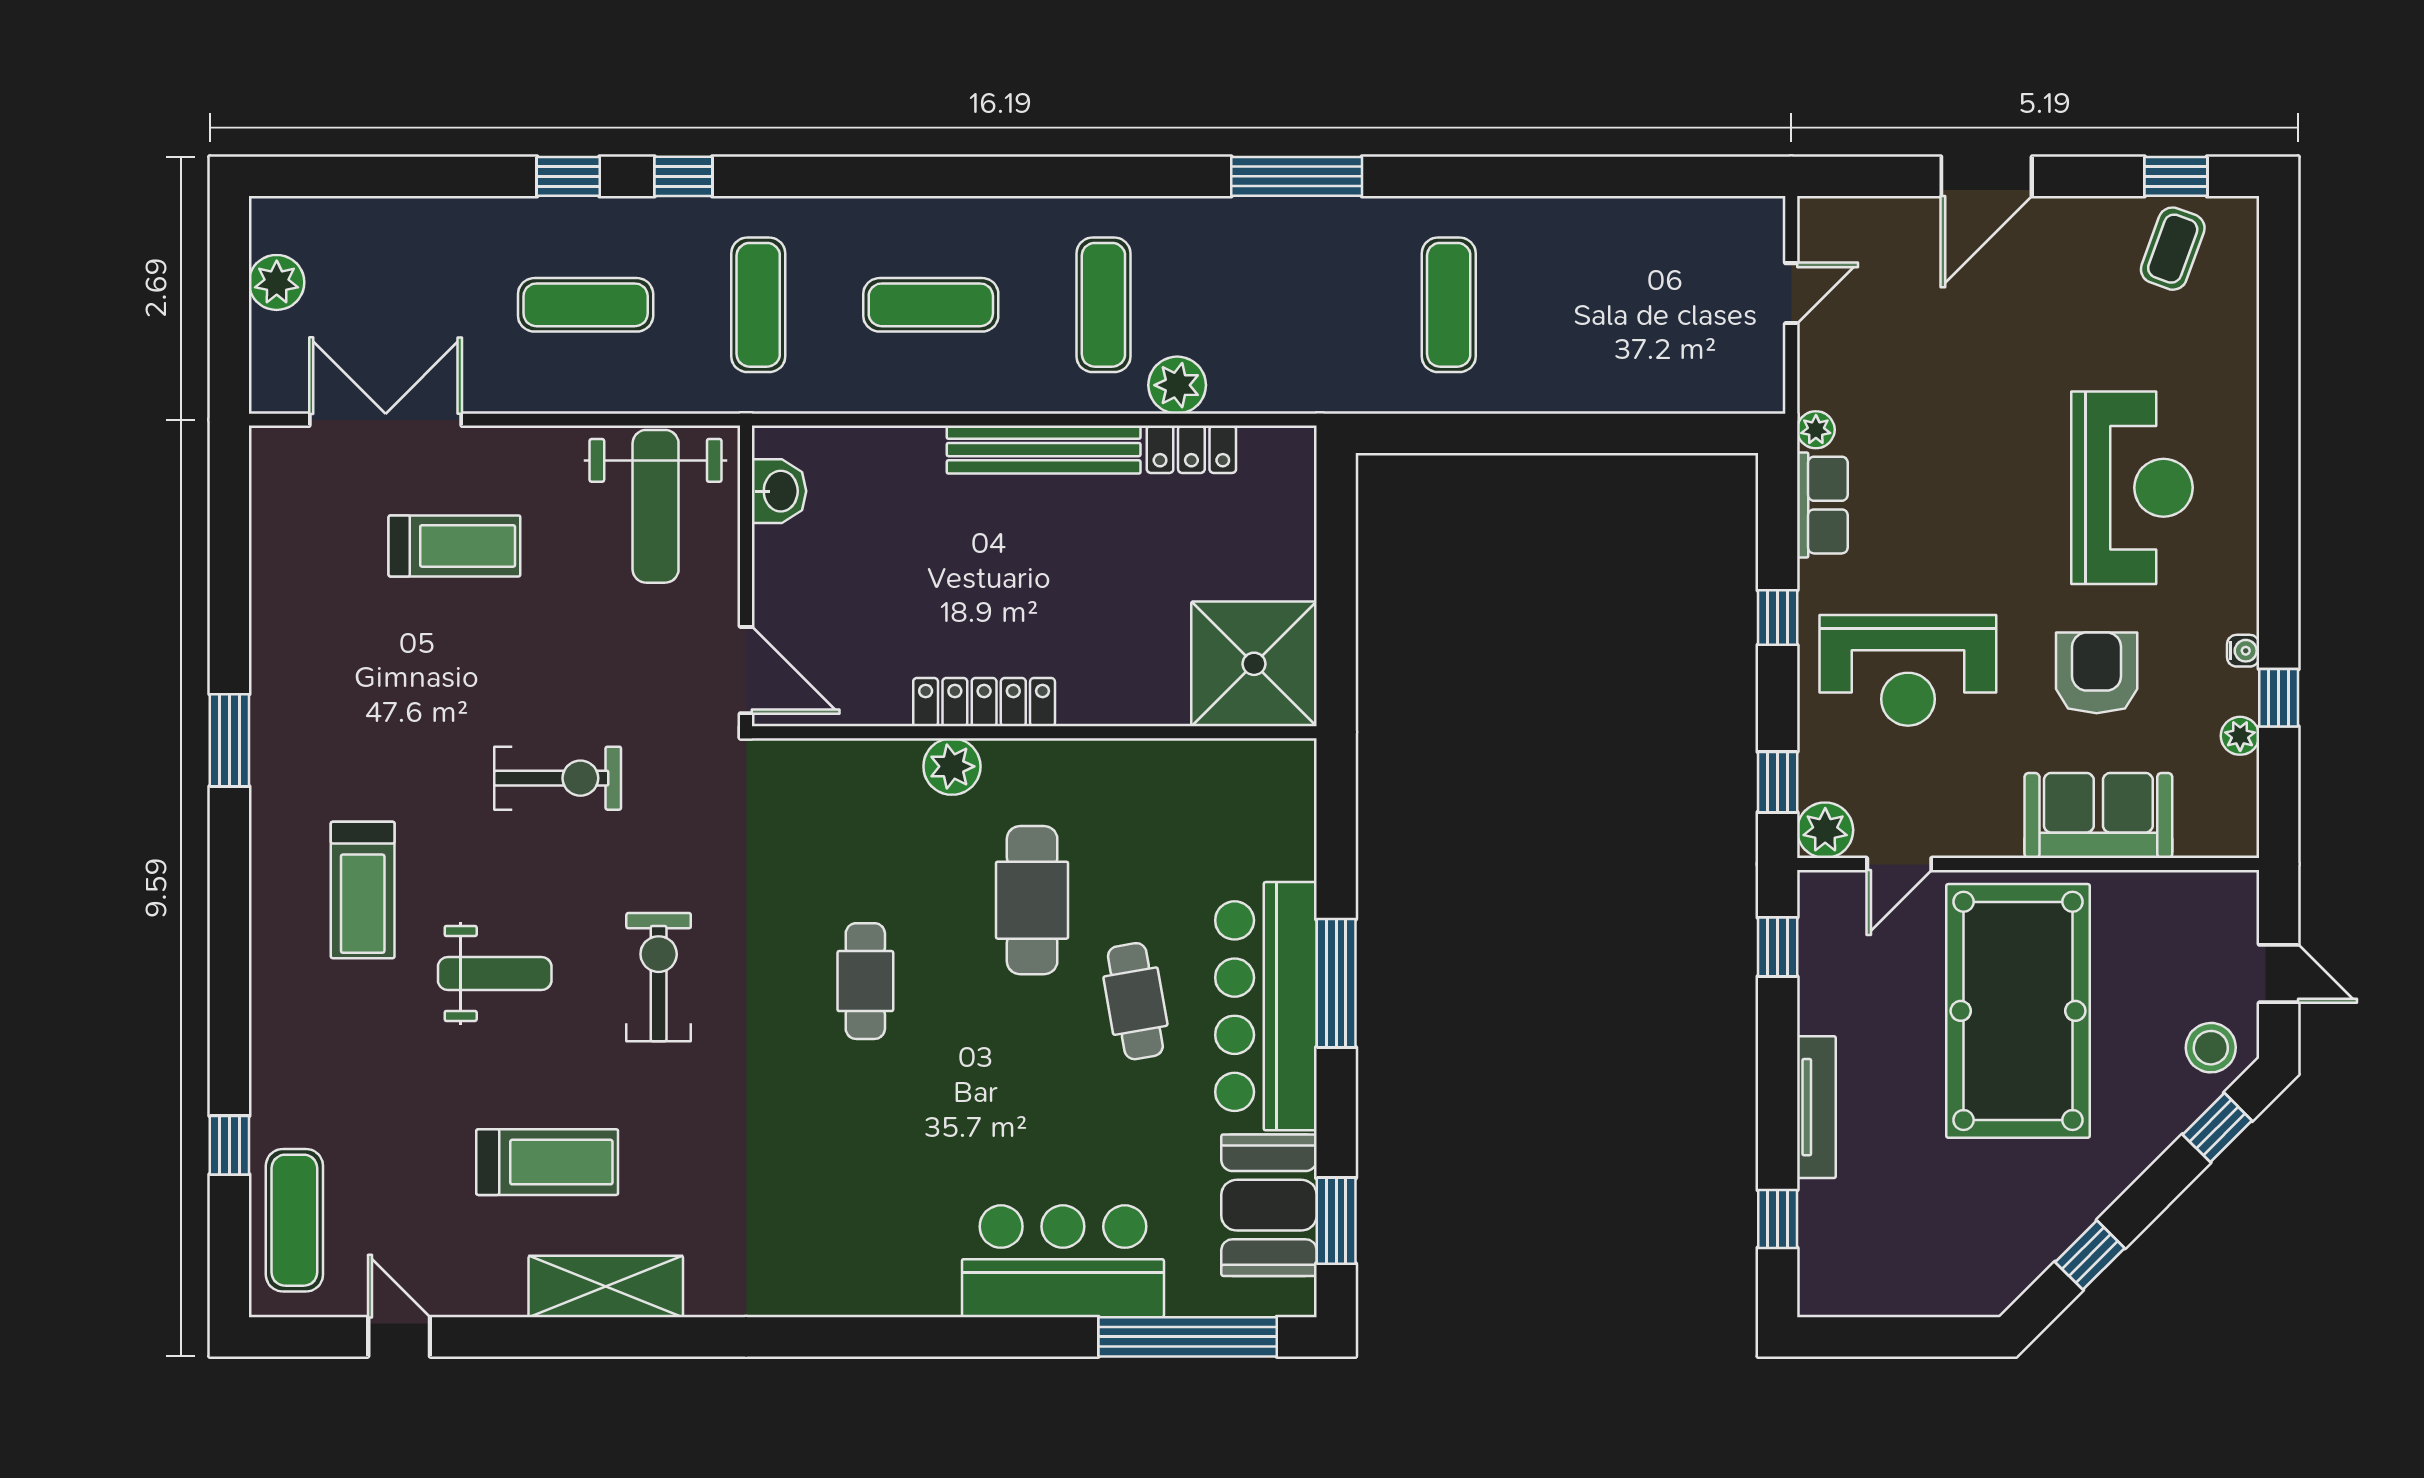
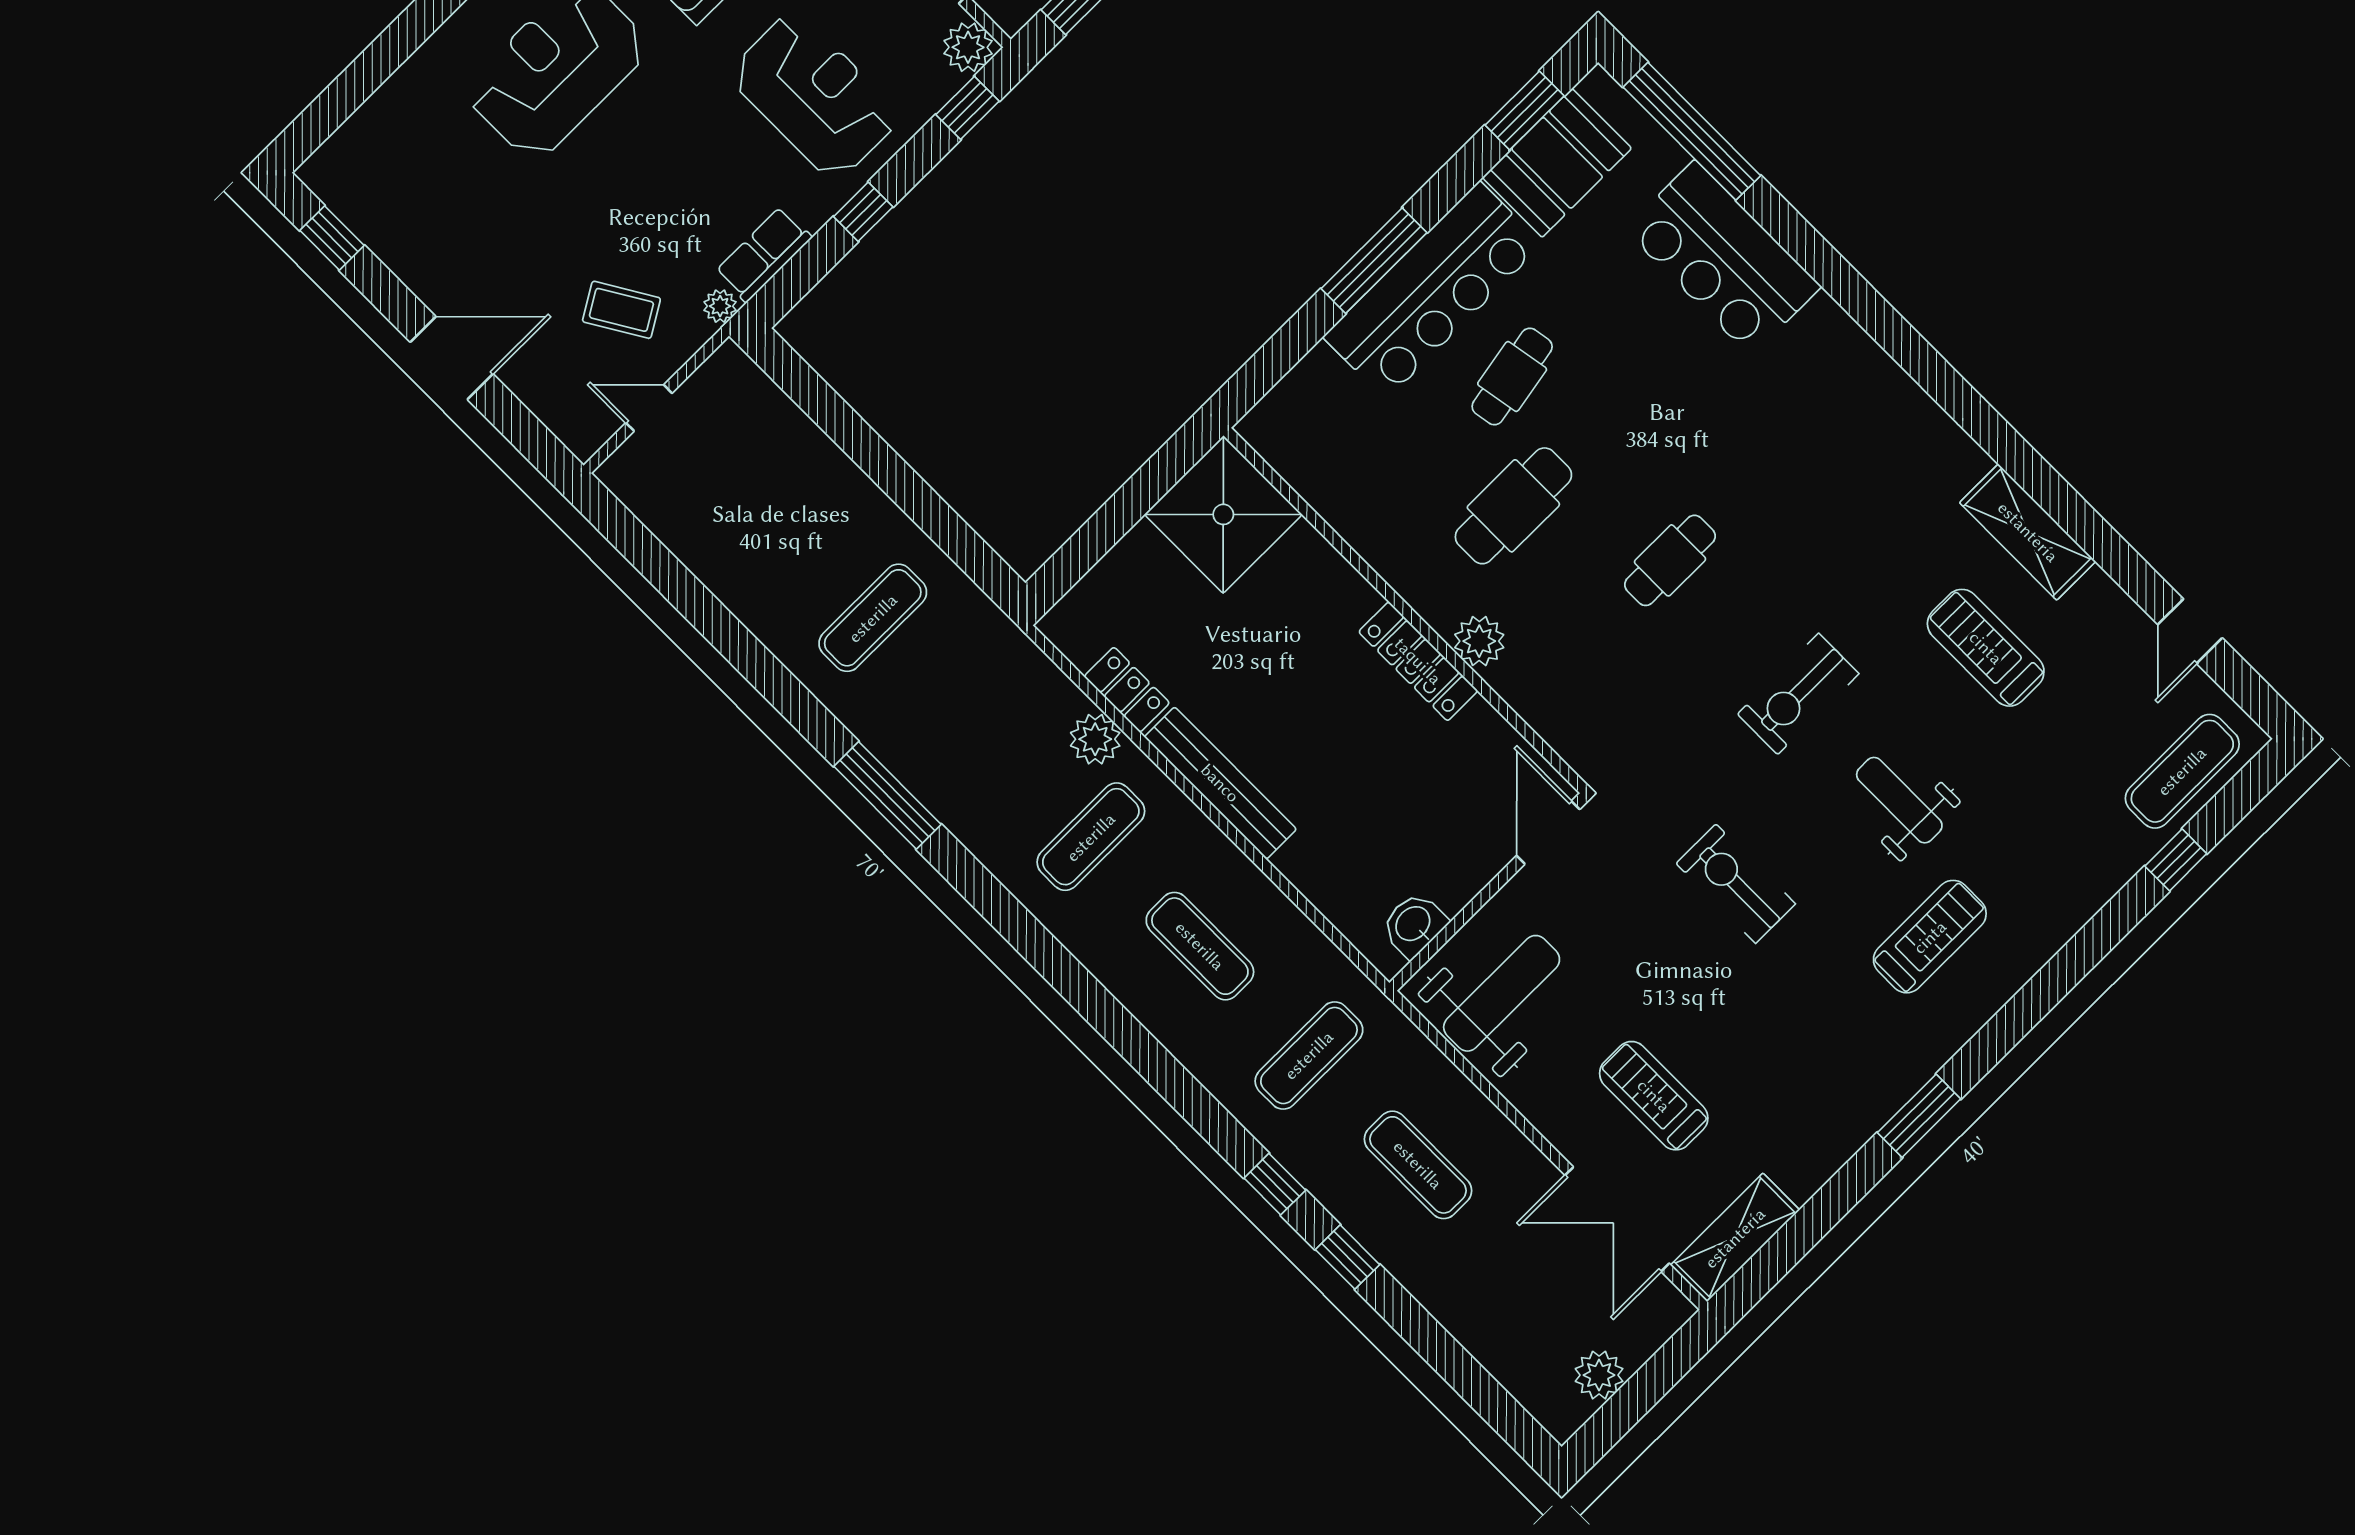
coffee table: (2173, 249) -> (621, 310), moved, turned 39
shelving: (278, 499) -> (1735, 1238), added

